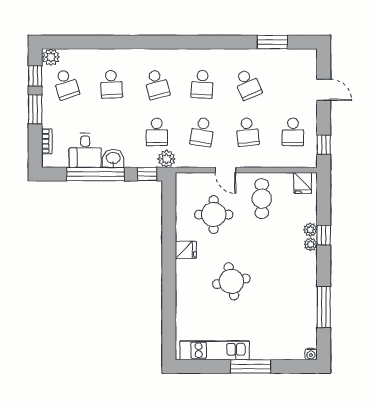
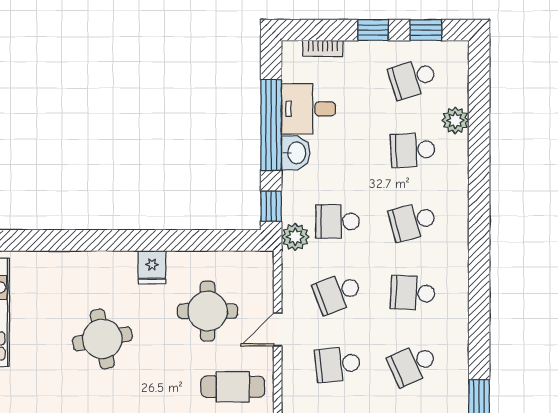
plant: (51, 57) -> (455, 120), moved
window: (35, 109) -> (373, 30), width x0.67
school desk: (202, 132) -> (338, 293), turned -30

